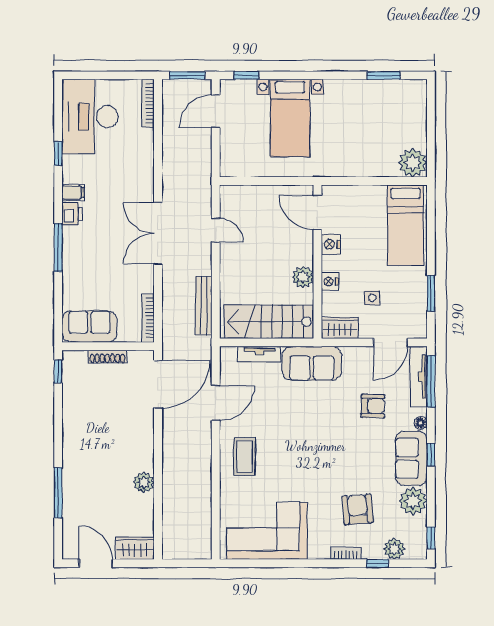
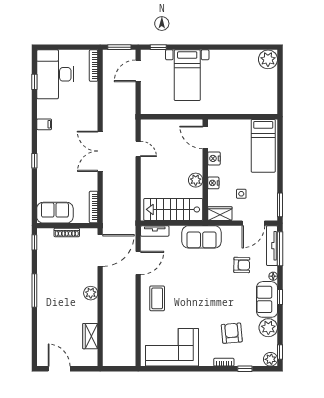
window: (384, 75) -> (249, 47), removed
window: (58, 153) -> (34, 82), moved
plant: (413, 163) -> (268, 59), moved
printer: (72, 214) -> (44, 138), removed
window: (58, 248) -> (34, 161), width x0.46
window: (431, 293) -> (280, 205), moved
bench: (204, 306) -> (130, 199), removed
tv unit: (259, 354) -> (155, 231), moved
plant: (144, 482) -> (91, 293), moved
window: (58, 493) -> (34, 290), moved
wardrobe: (135, 548) -> (90, 336), moved, turned -90
plant: (394, 549) -> (271, 359), moved

